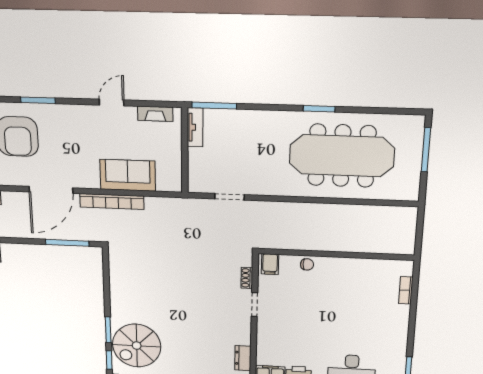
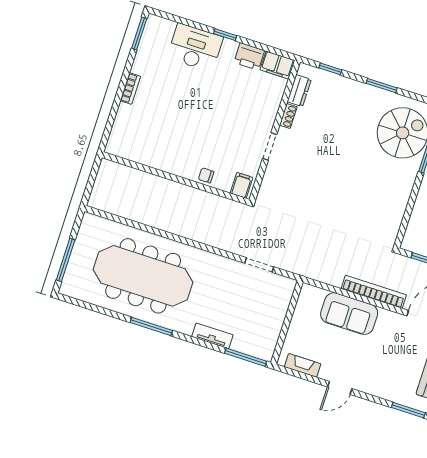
window: (319, 109) -> (151, 327), width x1.44
tv unit: (195, 127) -> (212, 336), moved, turned 90
shoe rack: (247, 278) -> (288, 116), moved
bookcase: (406, 290) -> (130, 89), moved

